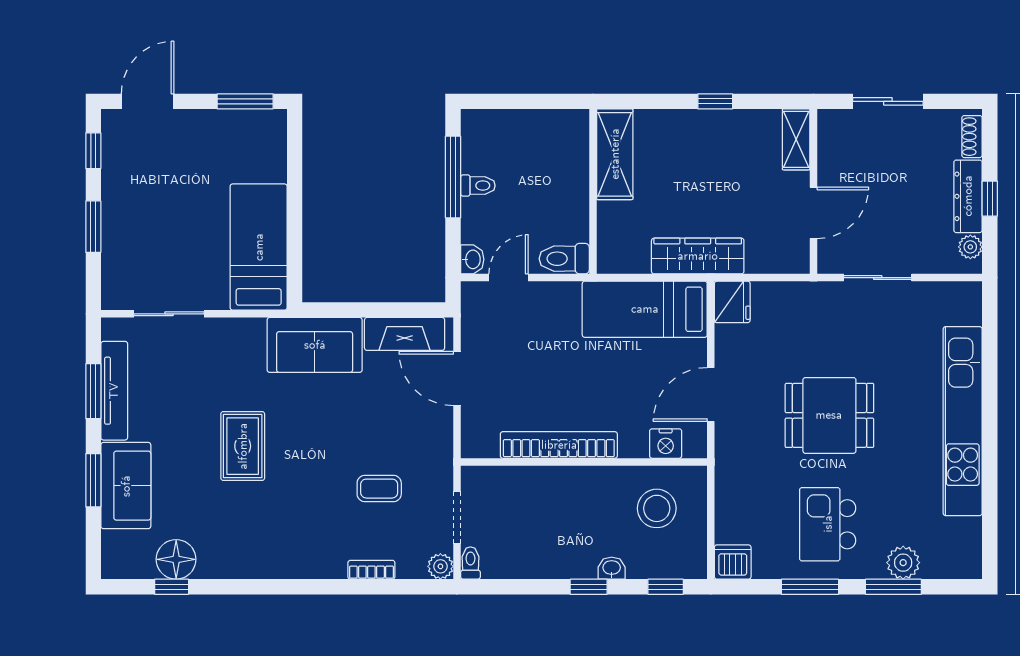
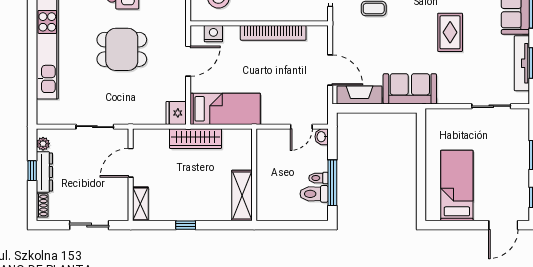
window: (245, 101) -> (449, 225), removed
bed: (259, 247) -> (457, 186), moved, turned 180
toilet: (564, 259) -> (314, 194), moved, turned 180

